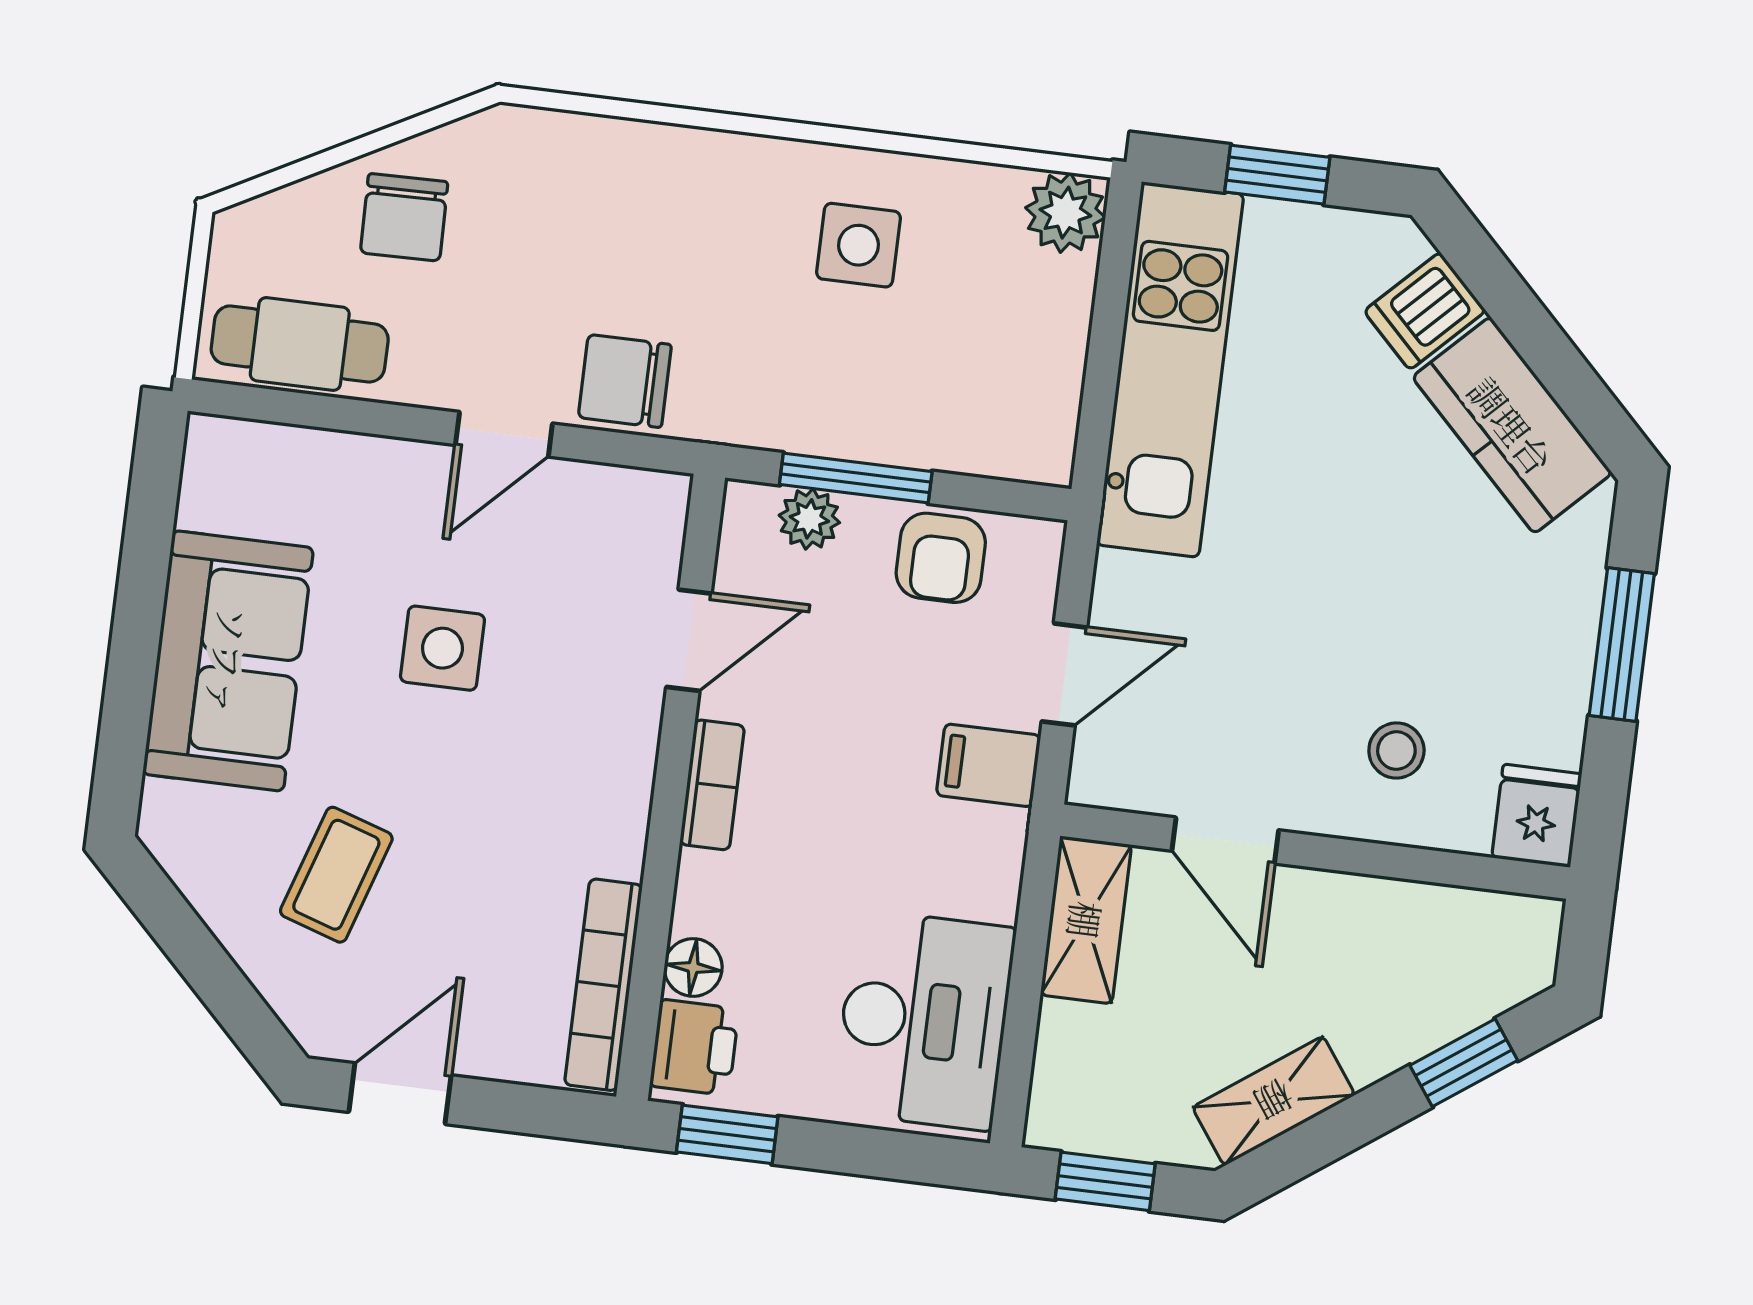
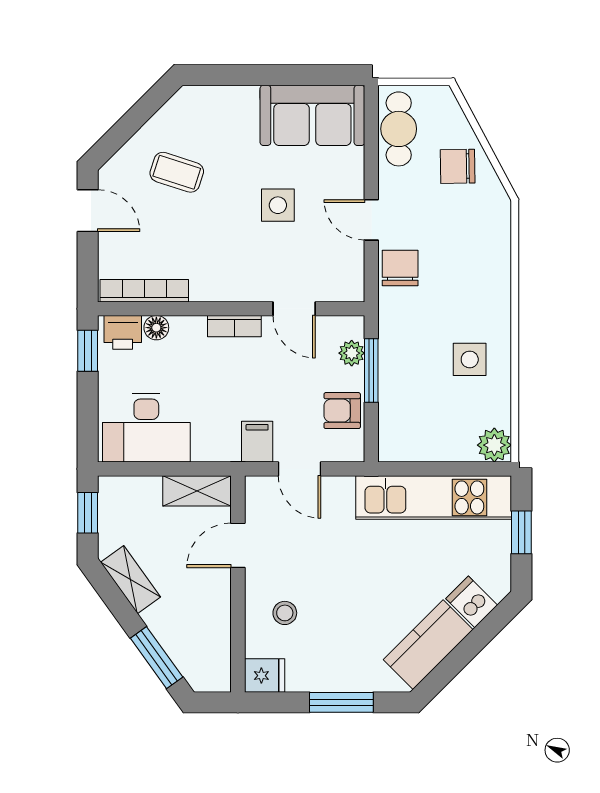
sofa: (228, 661) -> (312, 115), moved
window: (1464, 1063) -> (157, 658), width x1.50

